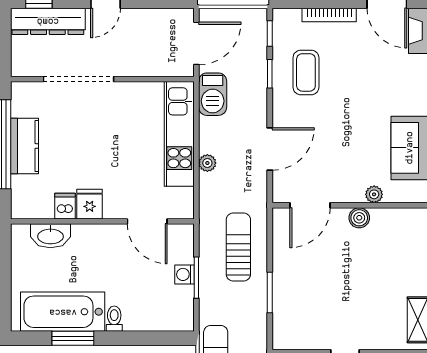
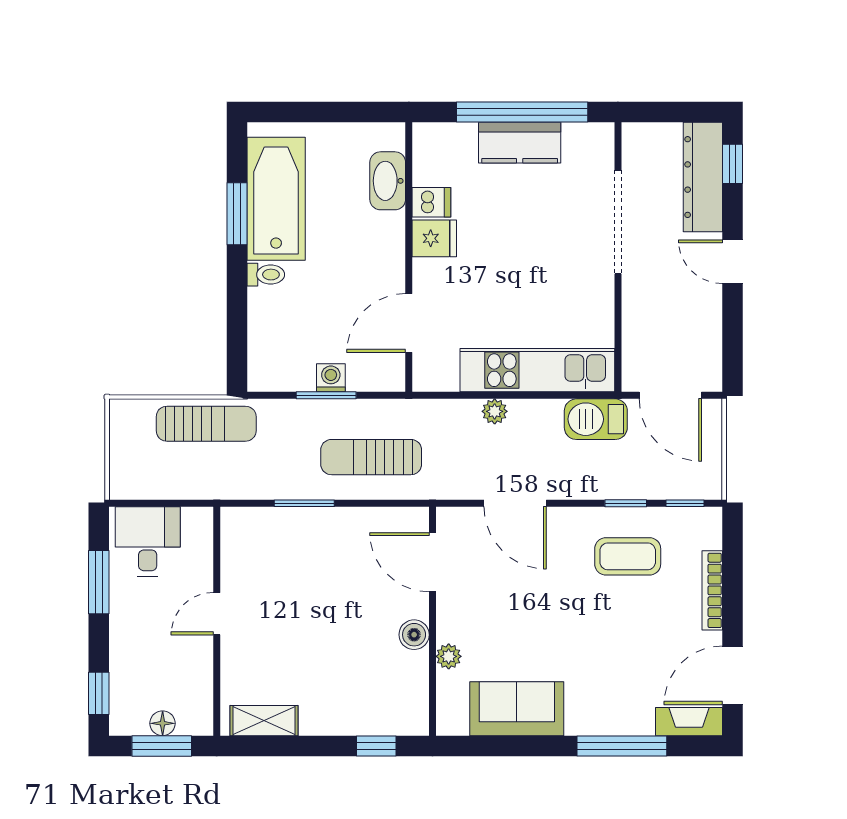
sun lounger: (238, 247) -> (371, 457), turned 180

